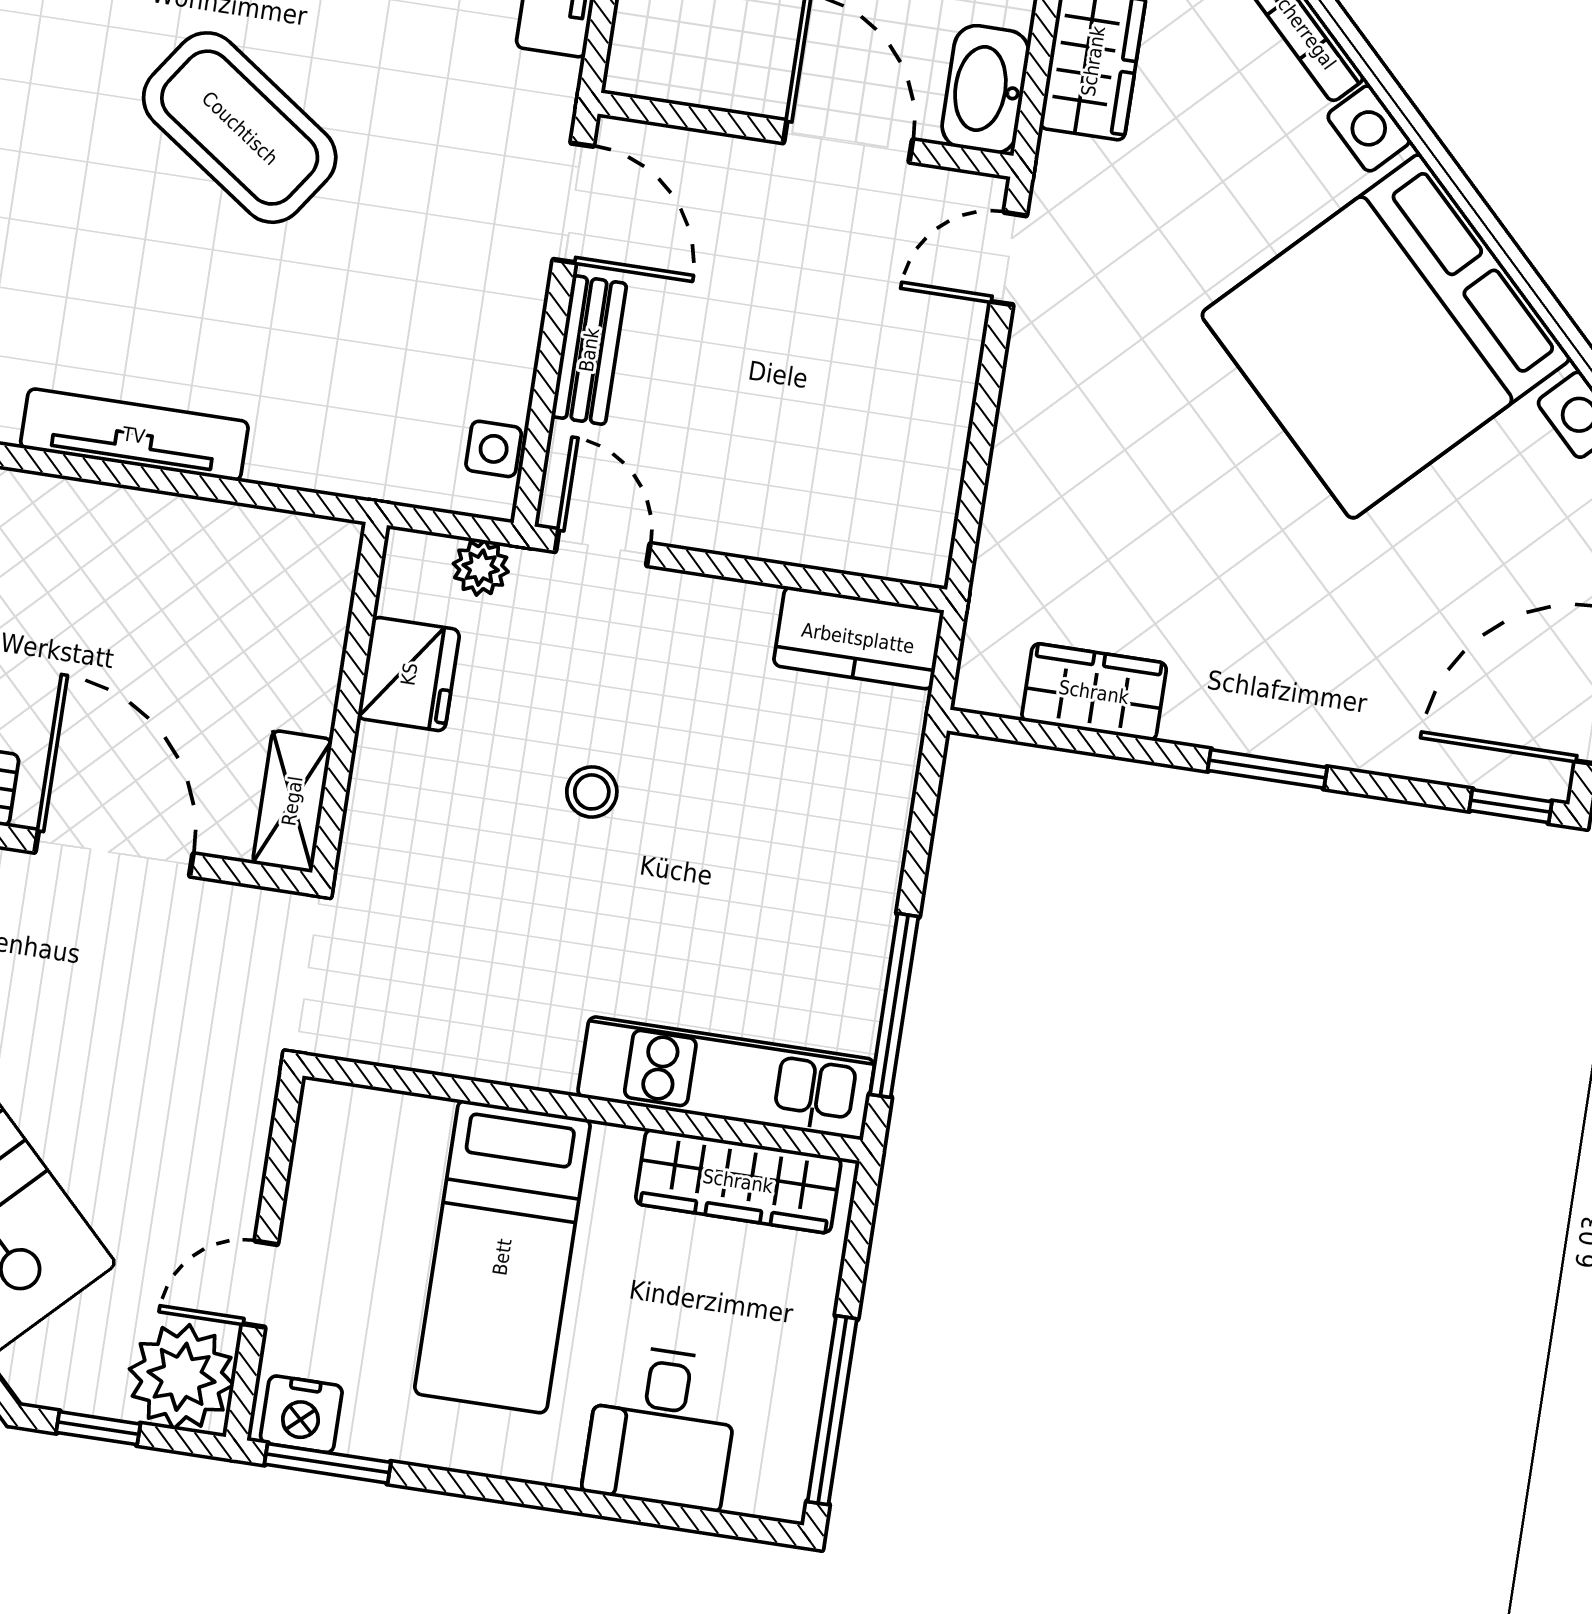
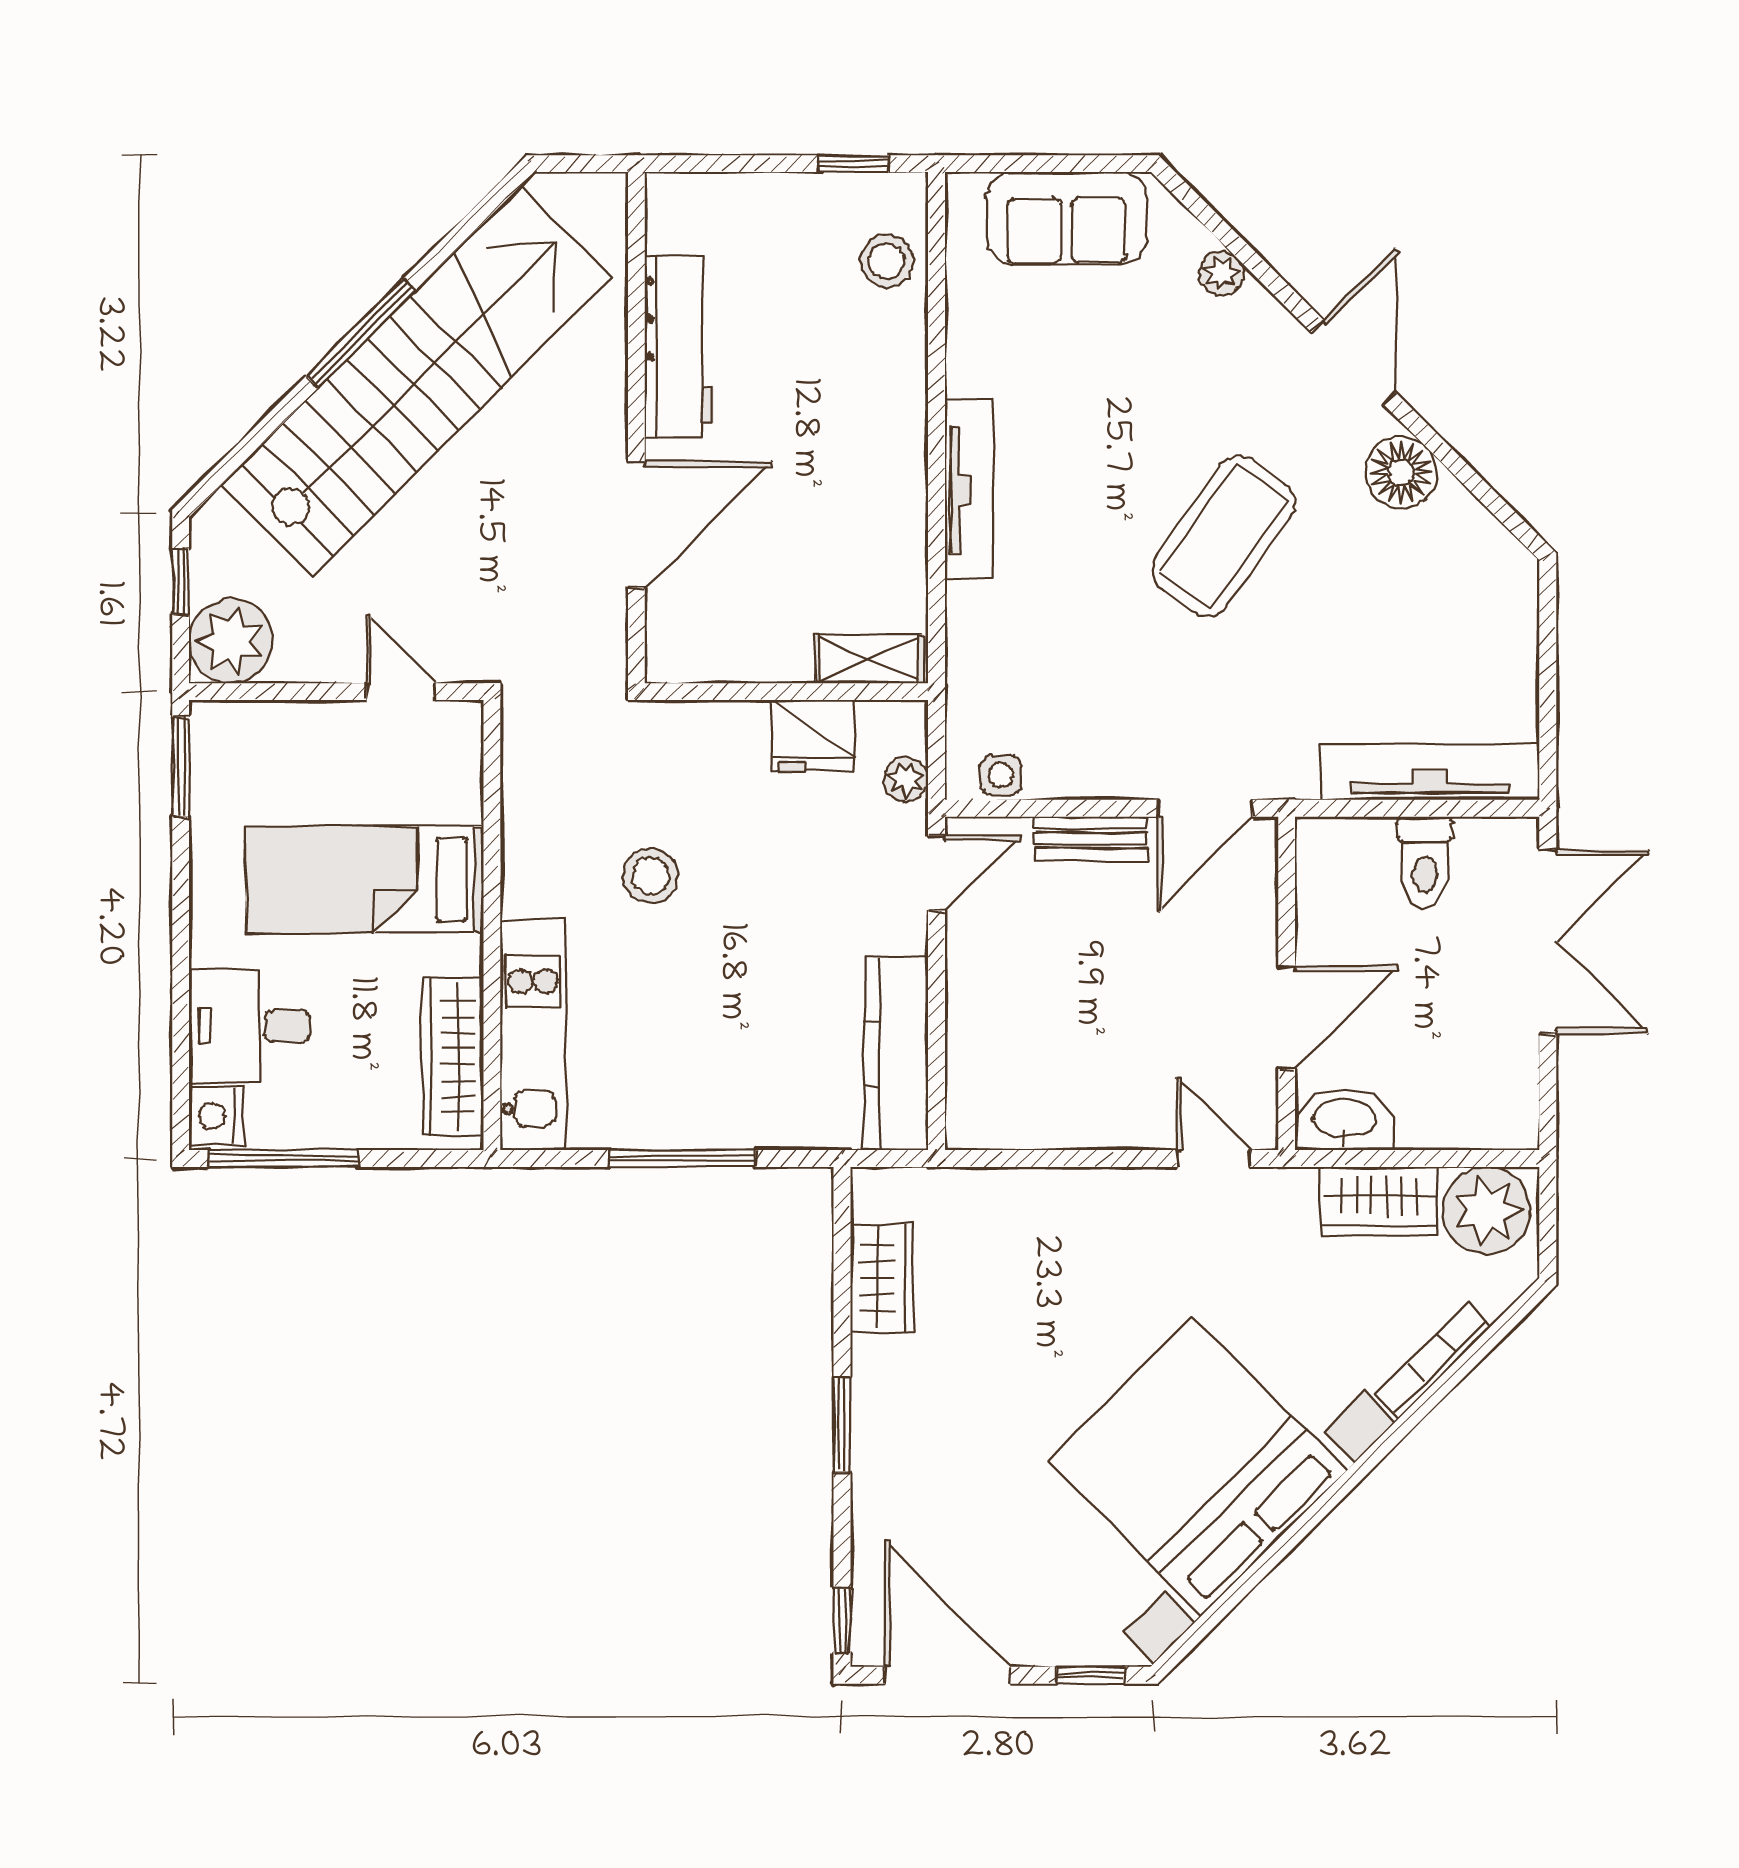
kitchen counter: (858, 638) -> (896, 1054), width x1.50
stool: (592, 792) -> (651, 876), moved, width x1.37, depth x1.37
shelving: (292, 801) -> (869, 659), moved
window: (894, 1005) -> (682, 1158), moved
door: (260, 1284) -> (400, 692), moved
nightstand: (301, 1414) -> (216, 1116), moved

